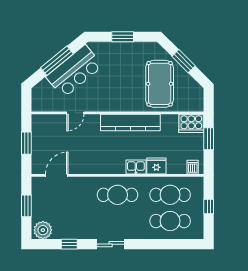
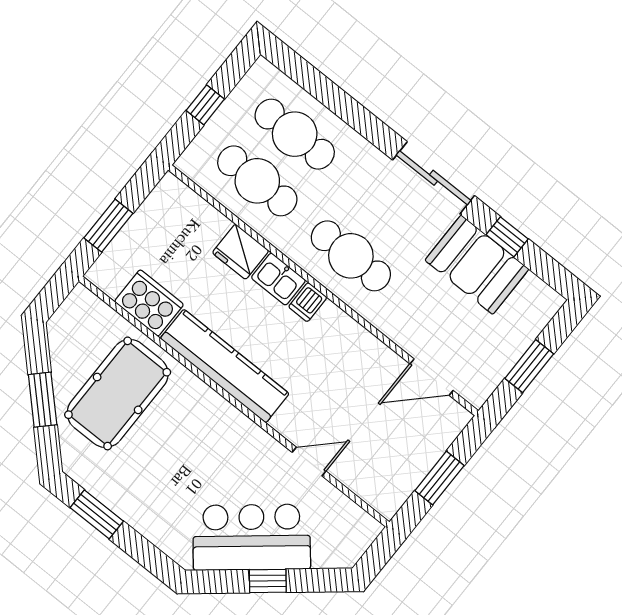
window: (123, 37) -> (97, 514), moved
window: (57, 61) -> (268, 581), width x0.46
cooker: (191, 123) -> (149, 303), moved
dishwasher: (193, 167) -> (308, 302), moved
booth: (72, 226) -> (477, 265), added
plant: (43, 230) -> (534, 299), removed
sliding door: (111, 244) -> (434, 178), width x1.37

